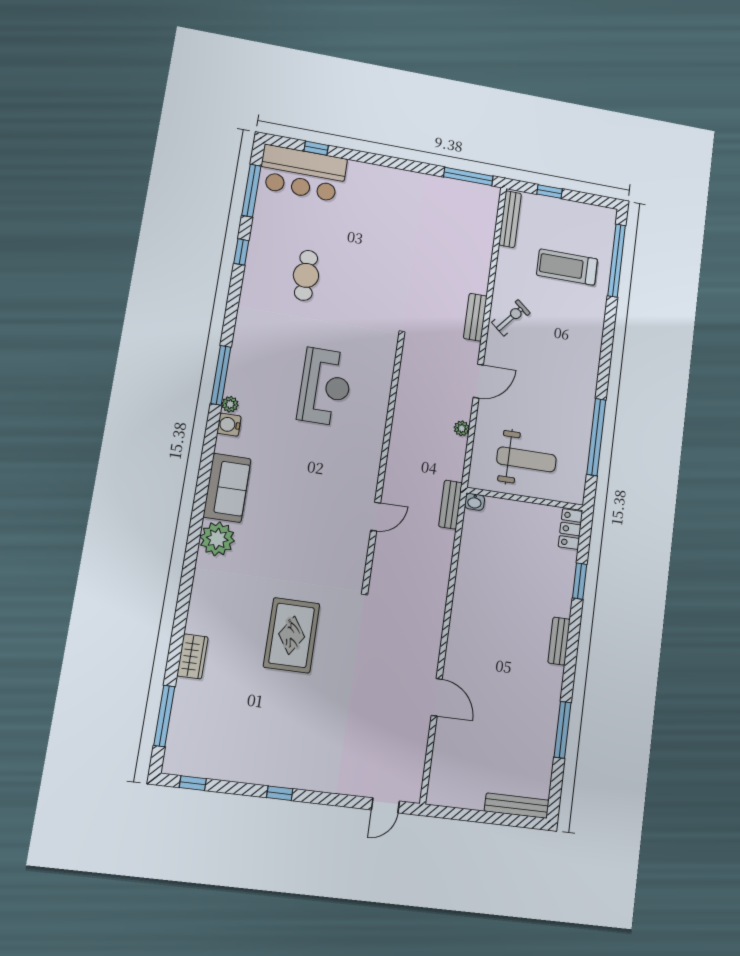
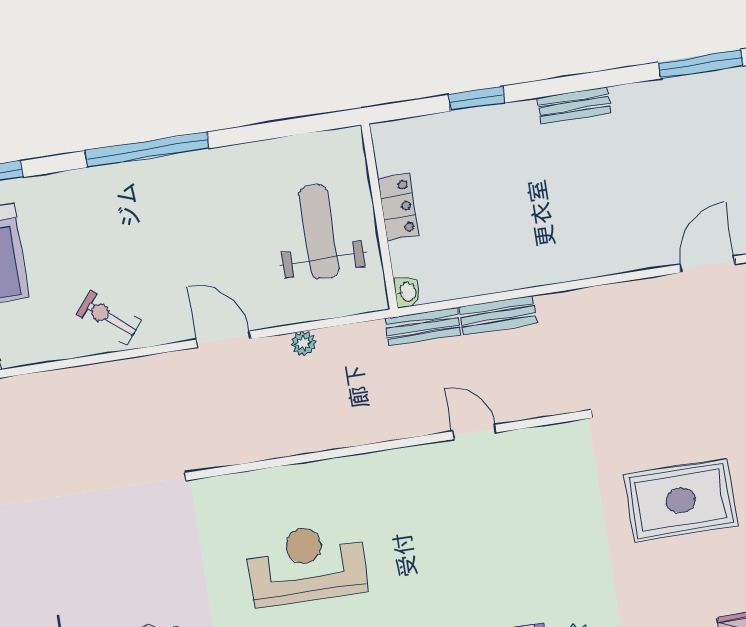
bench: (475, 317) -> (498, 315), moved
window: (596, 437) -> (147, 150), moved
locker: (570, 529) -> (398, 207), moved, turned -90

